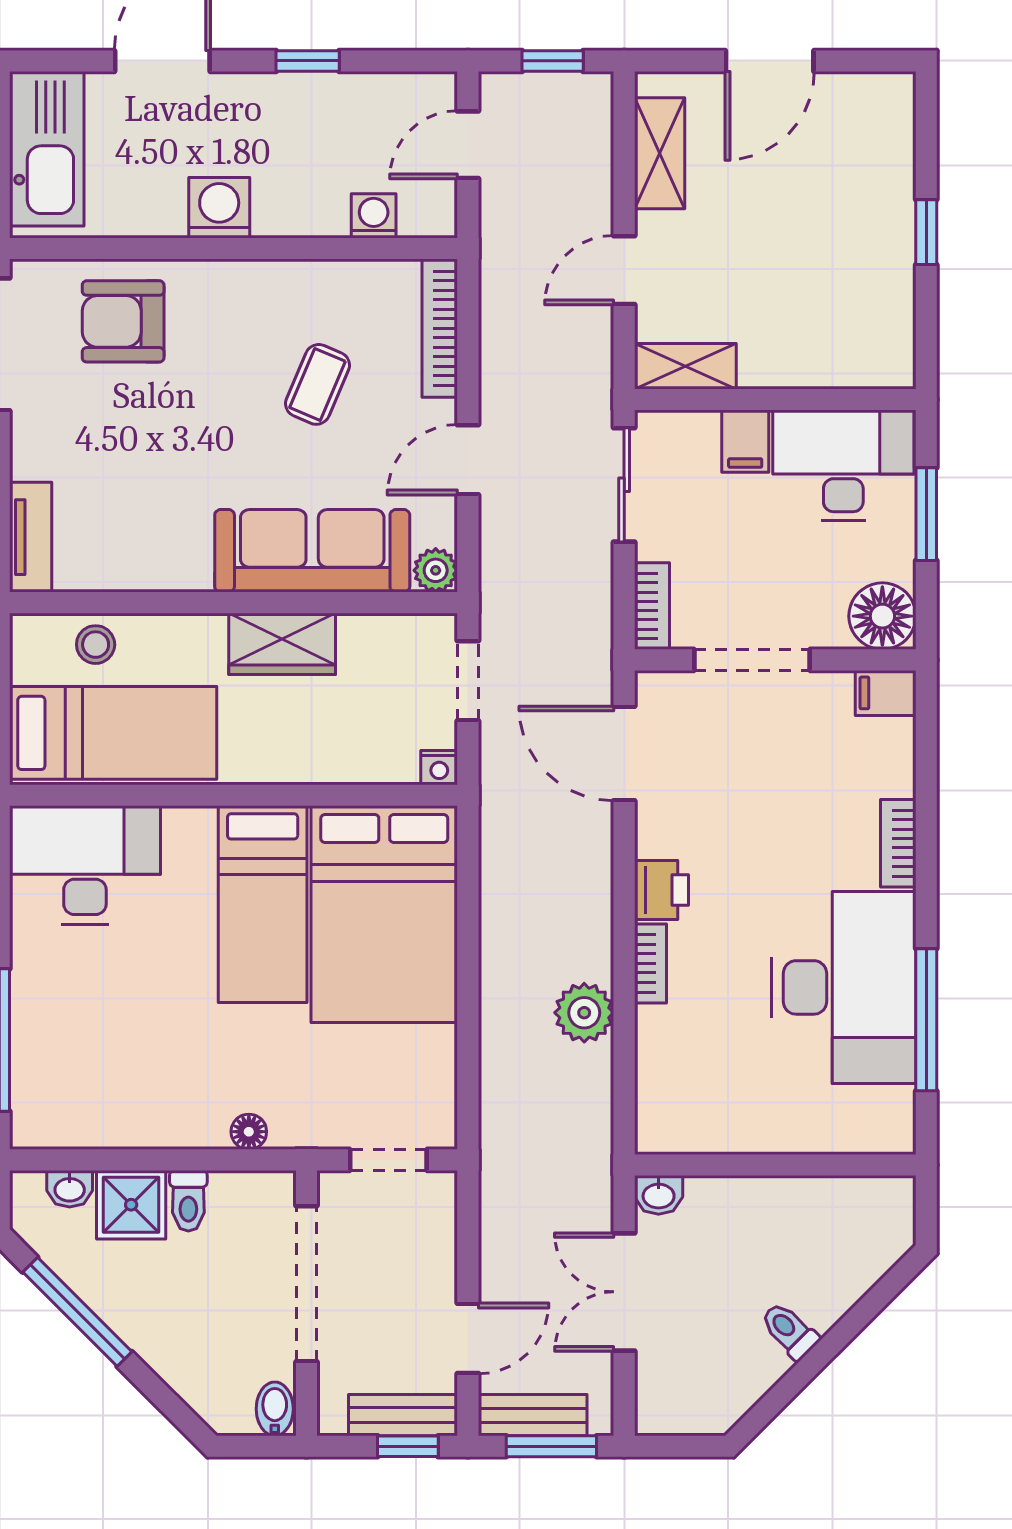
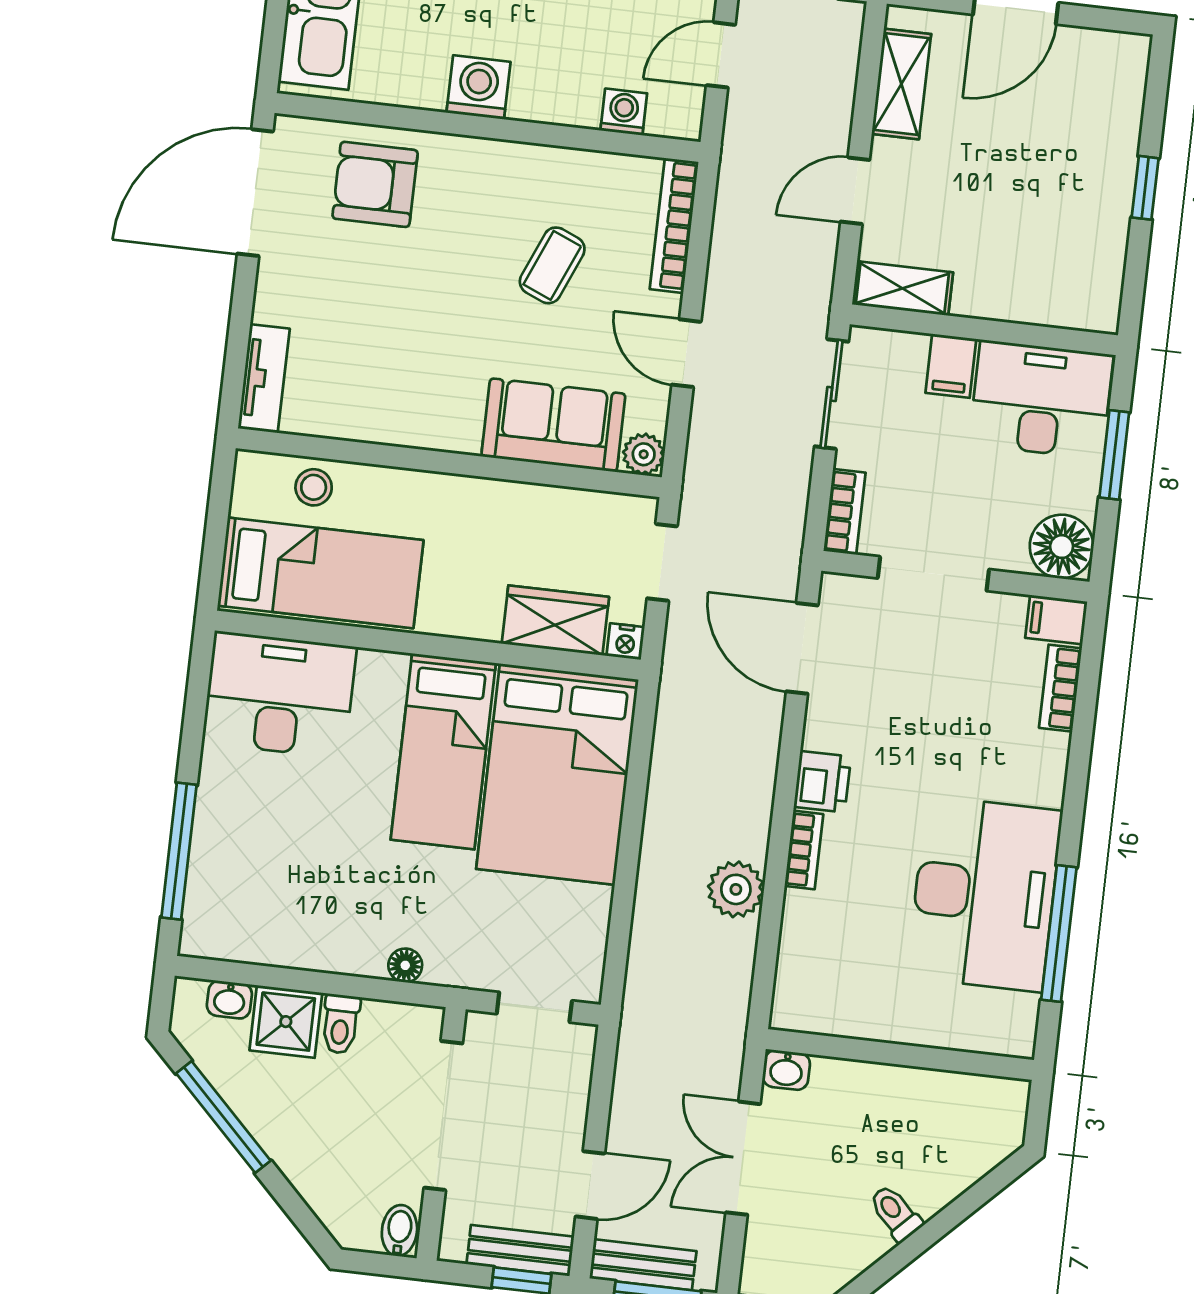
door: (468, 460) -> (686, 353), hinge flipped
sofa: (312, 551) -> (553, 425), width x0.73
wardrobe: (282, 644) -> (555, 620), moved, turned 180
bookcase: (898, 843) -> (1060, 688), moved

